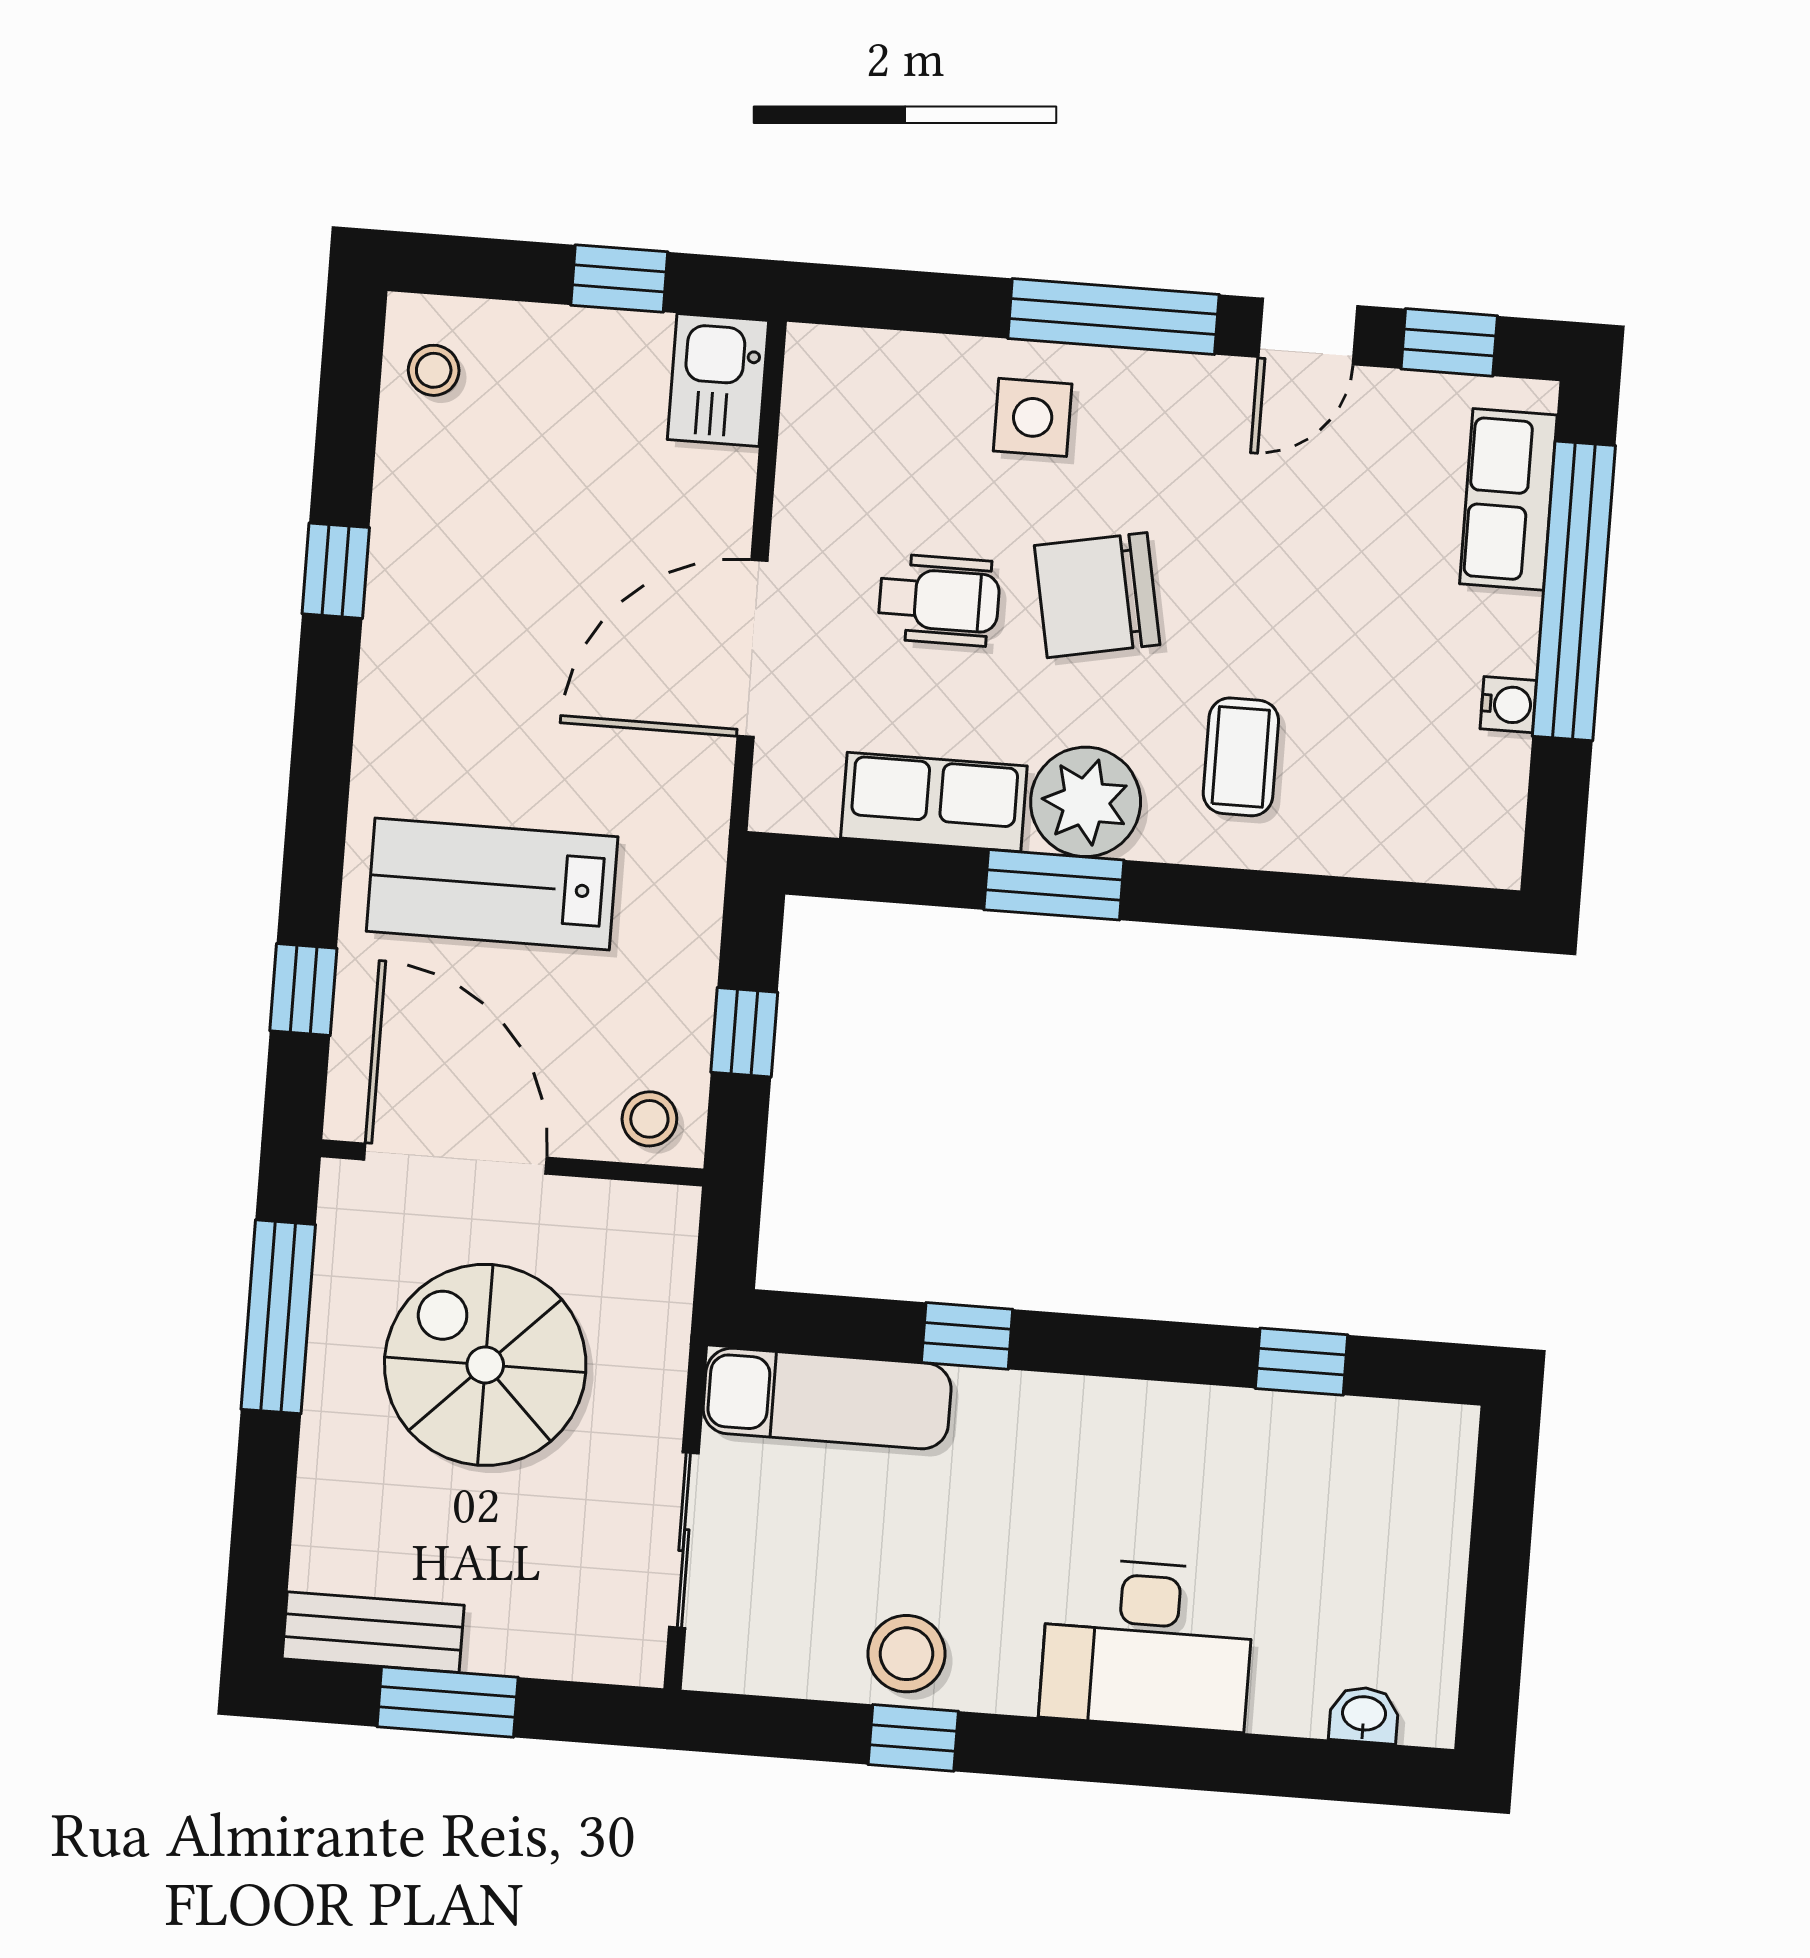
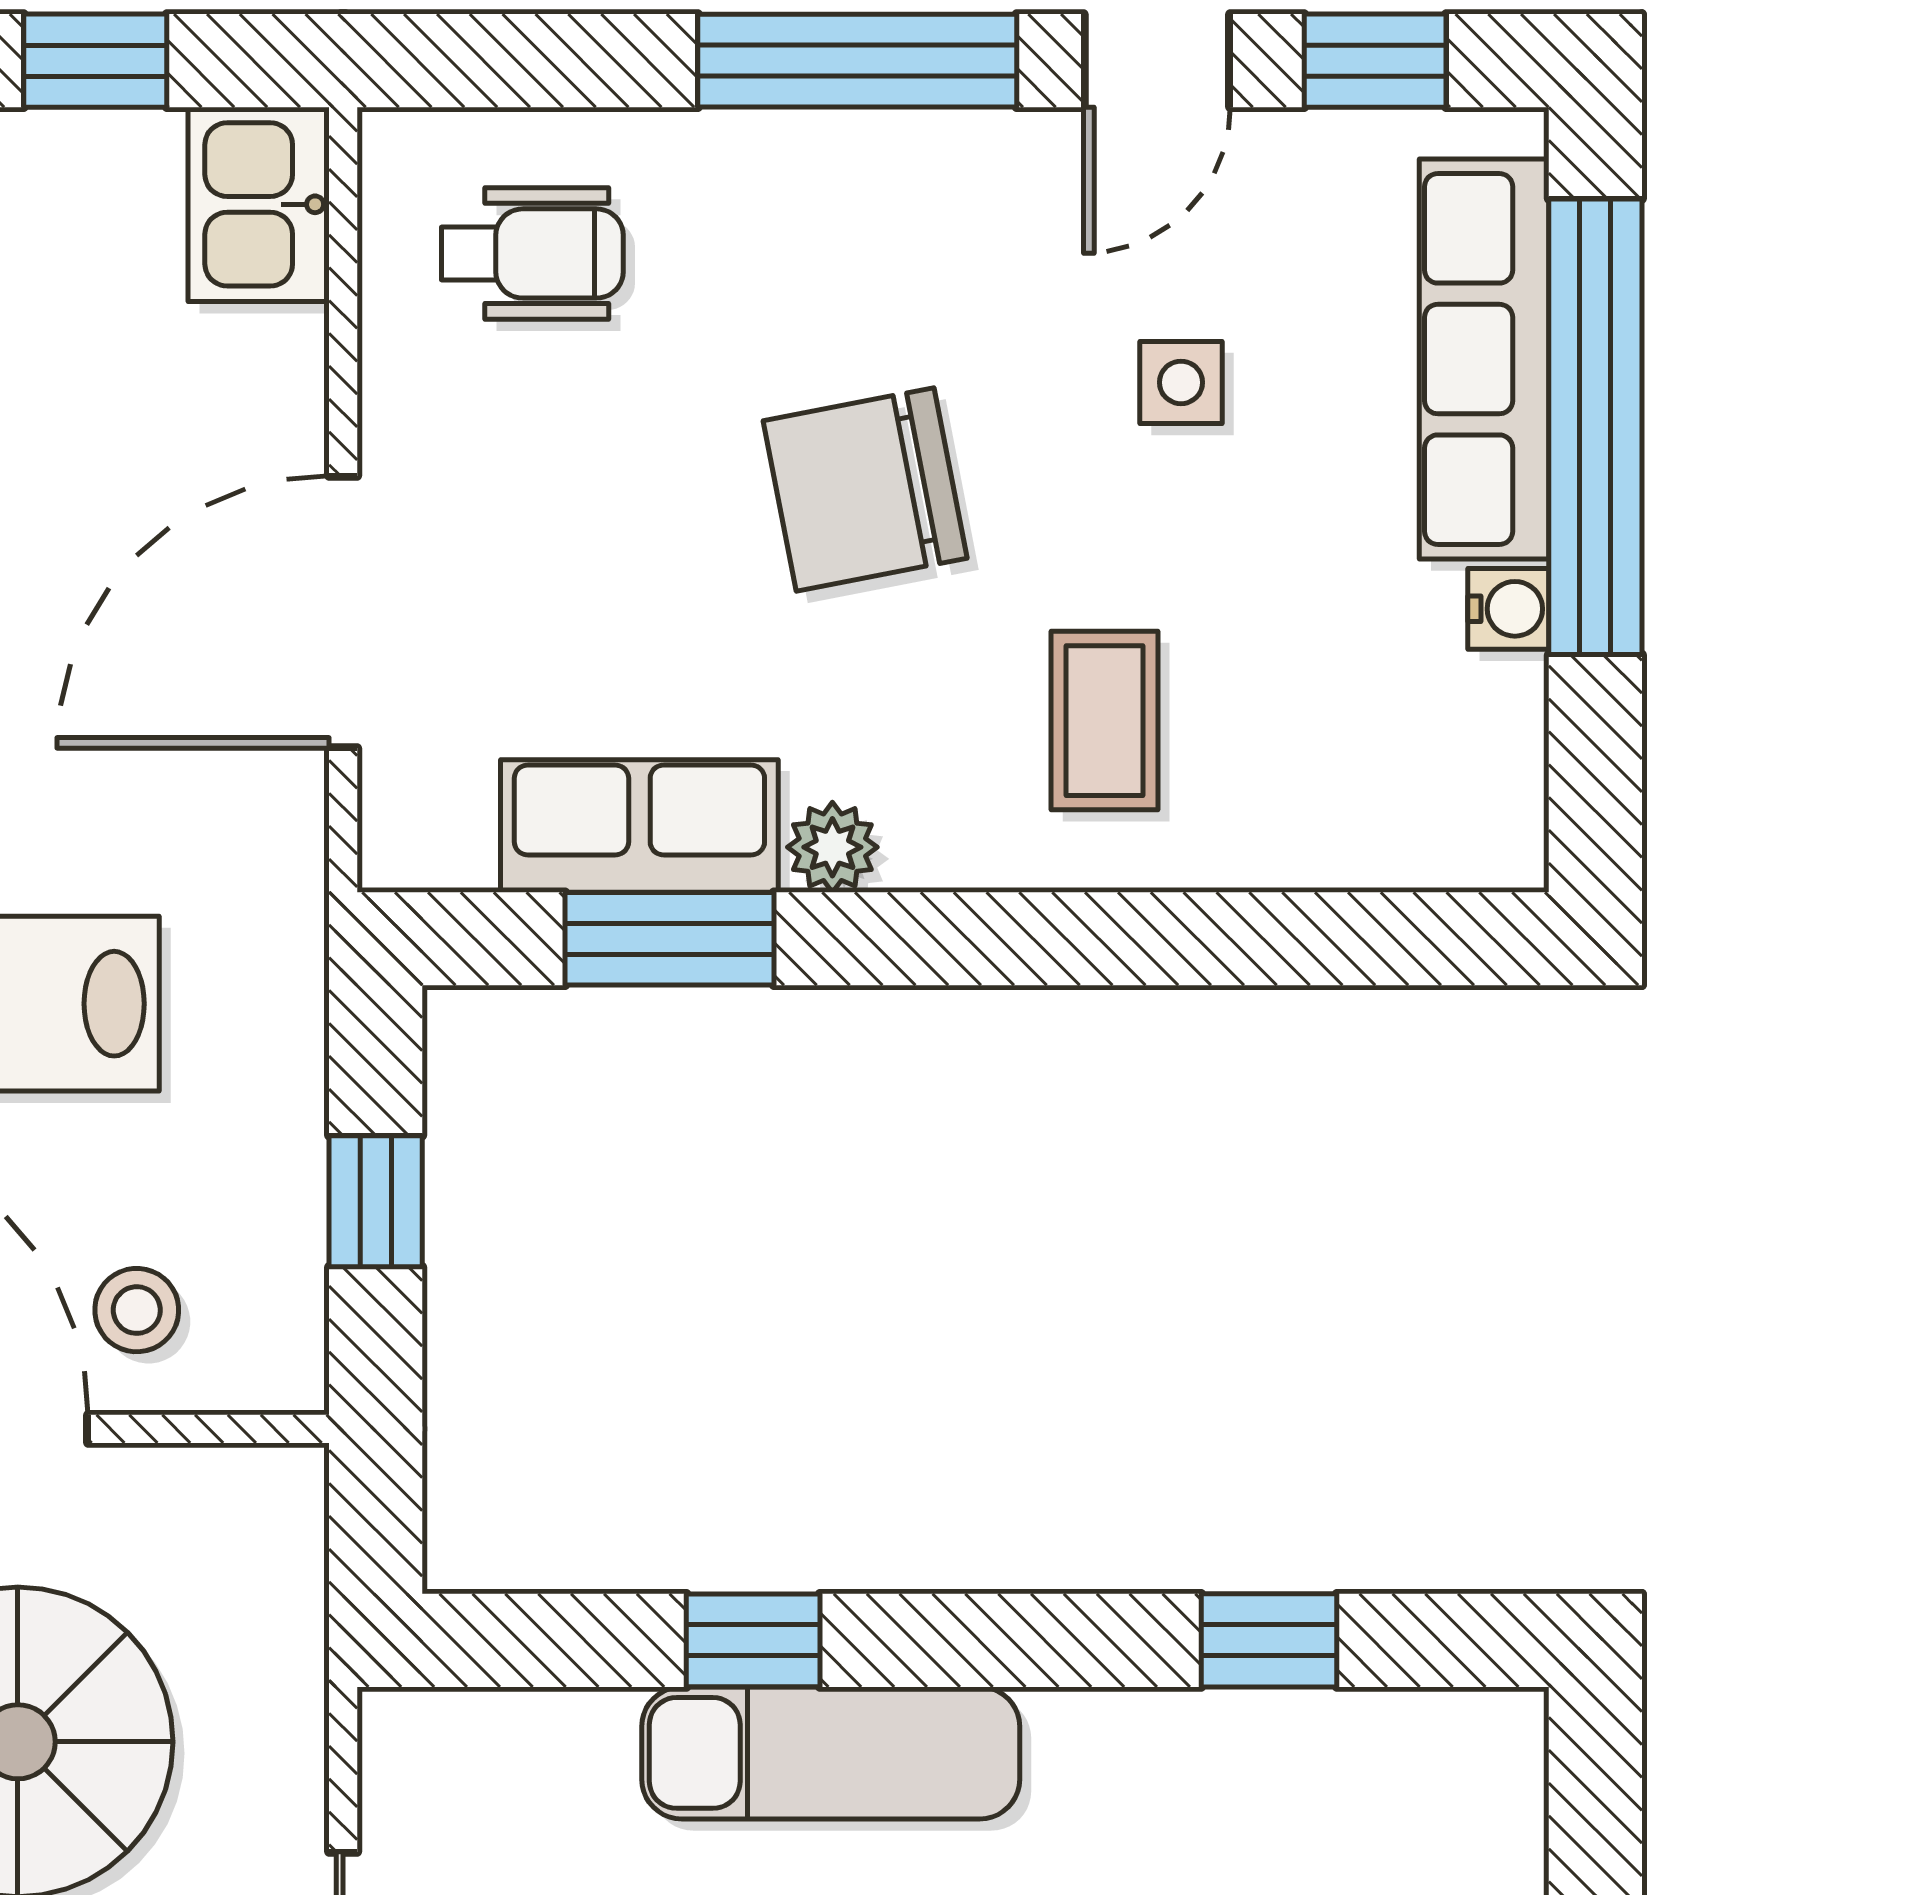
side table: (1033, 417) -> (1181, 382), moved, width x0.73, depth x0.73
row of seats: (1508, 499) -> (1484, 359), width x1.48
wheelchair: (939, 600) -> (532, 253), moved
plant: (1086, 802) -> (832, 847), width x0.53, depth x0.53
window: (1054, 885) -> (669, 939), moved
stool: (649, 1119) -> (137, 1310), moved
exam couch: (827, 1399) -> (831, 1753), moved

